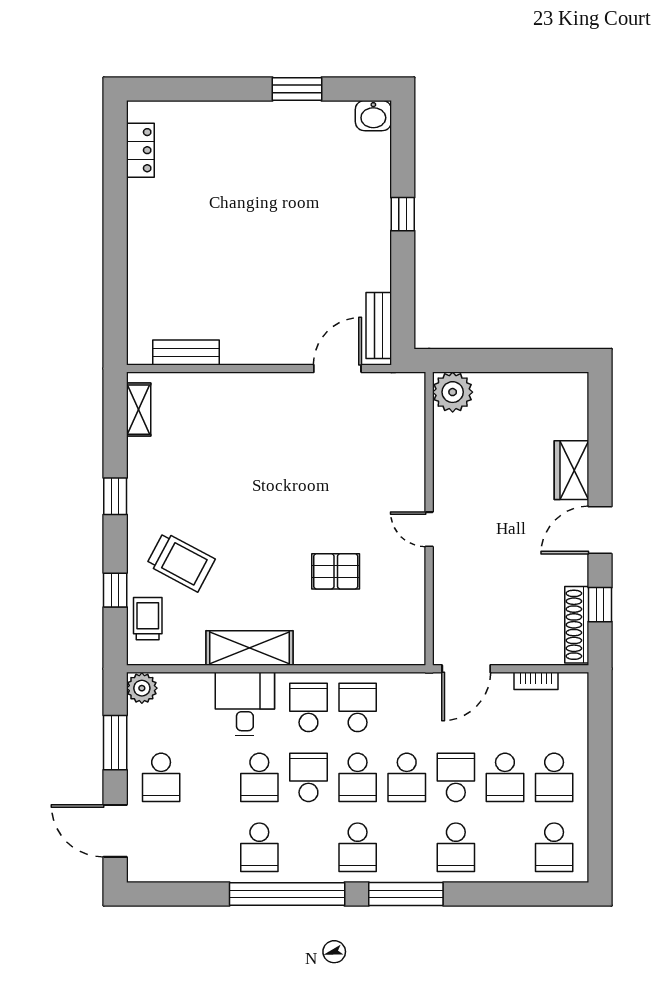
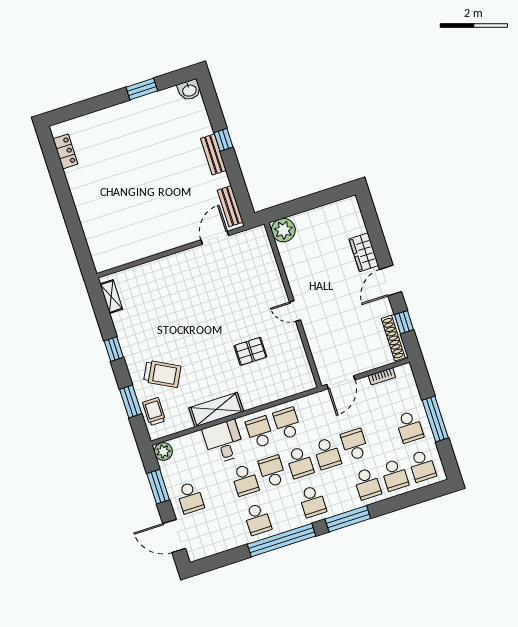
bench: (186, 352) -> (213, 154), moved, turned 90
window: (115, 590) -> (131, 402), width x1.50
school desk: (505, 777) -> (395, 475), moved
window: (600, 778) -> (435, 419), added

